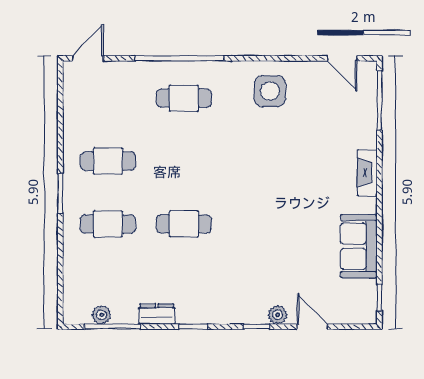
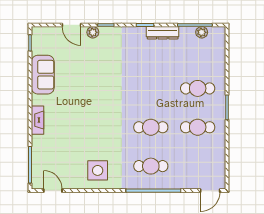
cafe table: (184, 224) -> (151, 127), moved
dresser: (157, 314) -> (163, 33), width x1.44

